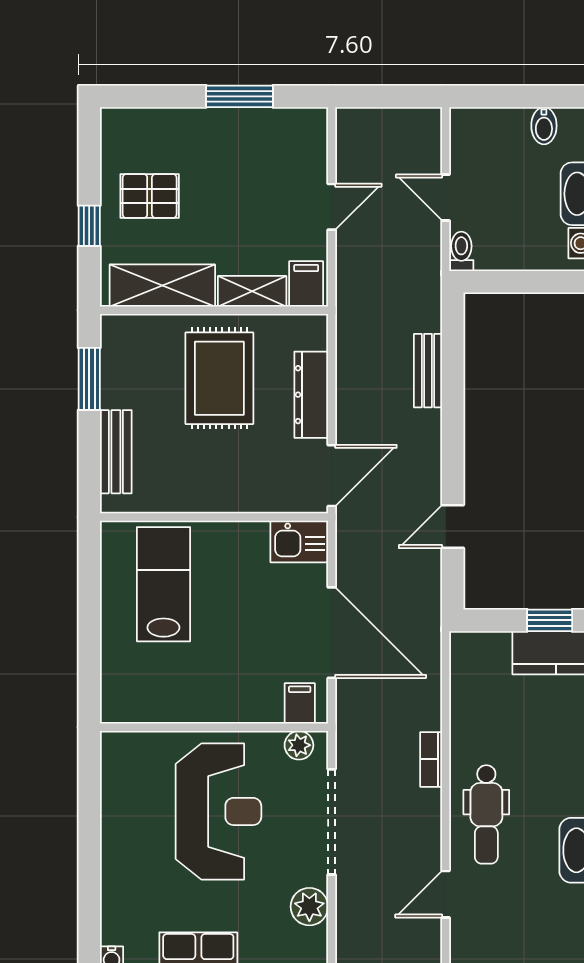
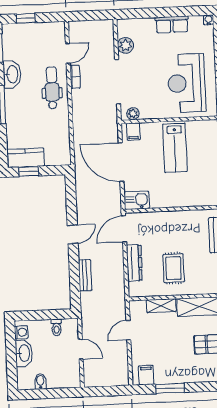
door: (332, 207) -> (128, 330), moved
toilet: (461, 251) -> (56, 327), moved
filing cabinet: (306, 284) -> (146, 375), moved, turned 180
rug: (219, 378) -> (174, 268), width x0.73, depth x0.70
door: (453, 527) -> (73, 234), moved
lab bench: (163, 584) -> (175, 148), moved
bookcase: (431, 759) -> (75, 77), moved
reception desk: (218, 811) -> (187, 83), moved

